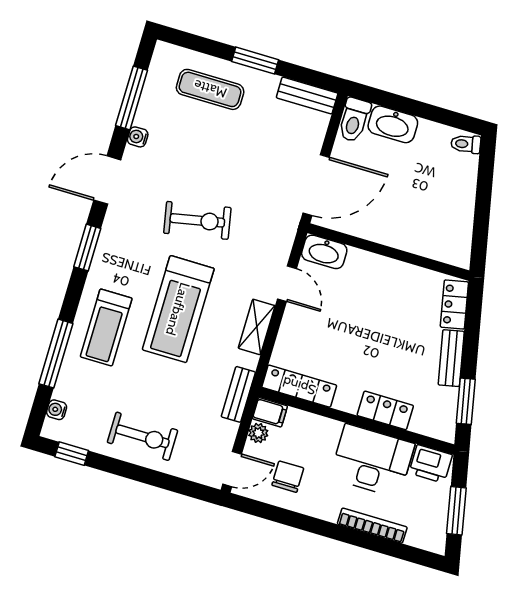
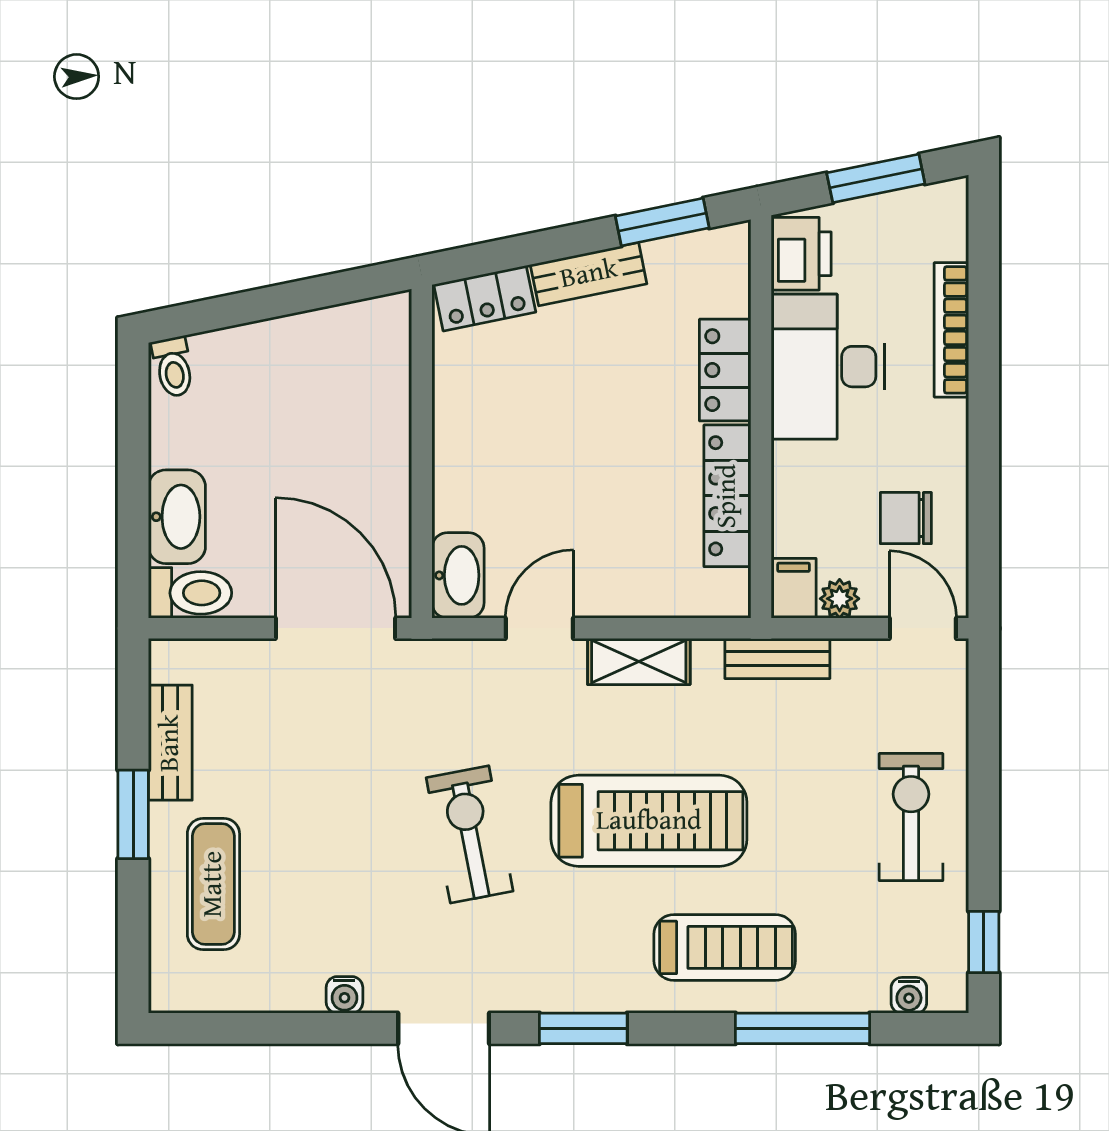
bench: (307, 95) -> (170, 743), moved
window: (132, 98) -> (274, 1028), removed
locker: (299, 386) -> (727, 496), moved

